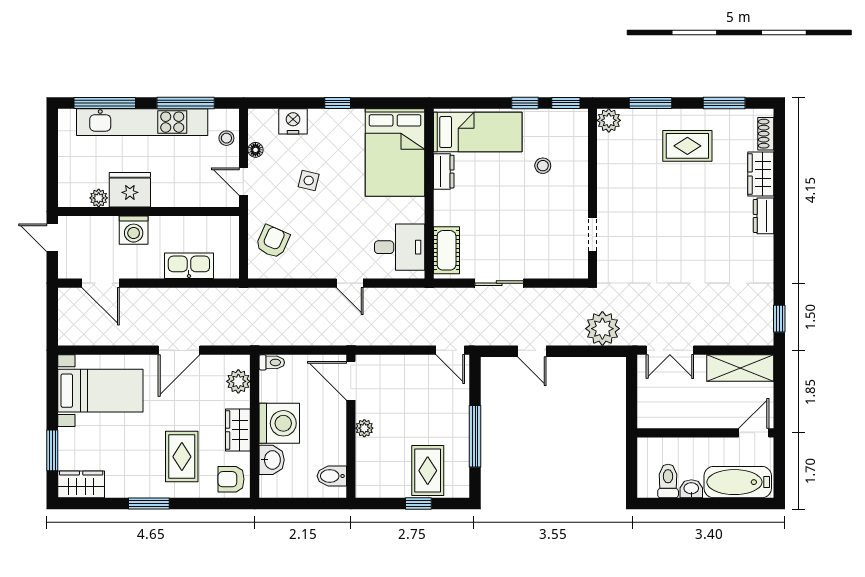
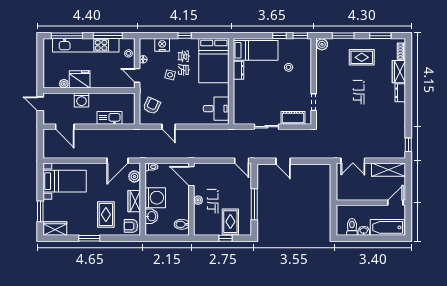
cot: (447, 250) -> (293, 118), moved, turned 90
door: (350, 283) -> (169, 127), moved
plant: (602, 329) -> (319, 150), removed
door: (179, 350) -> (117, 161), moved

